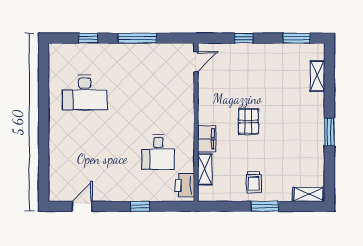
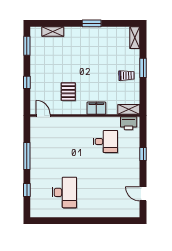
pallet: (248, 121) -> (68, 92), moved, turned 90
shelving: (205, 169) -> (129, 109), moved

